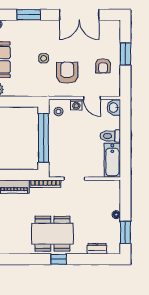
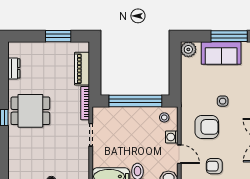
door: (92, 98) -> (179, 154), swing flipped
dining table: (52, 234) -> (30, 111), width x0.73
dresser: (97, 249) -> (14, 68), moved

